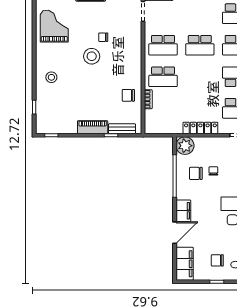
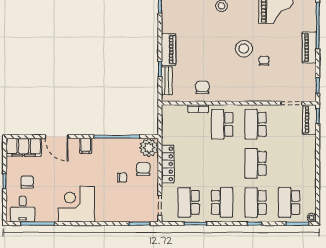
chair: (196, 173) -> (143, 169), moved
filing cabinet: (183, 211) -> (86, 146), width x0.50

